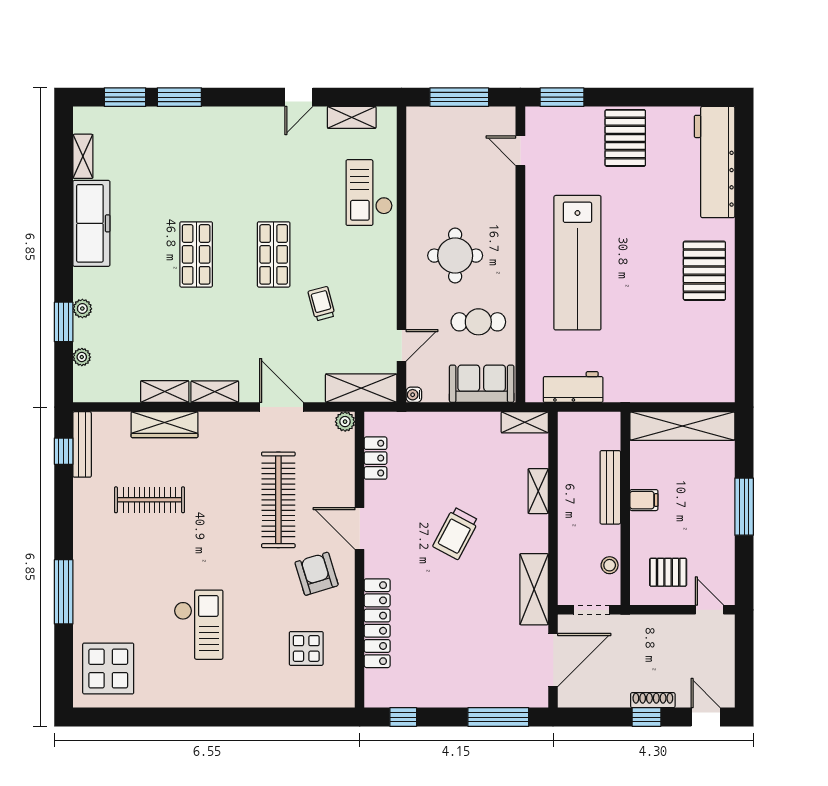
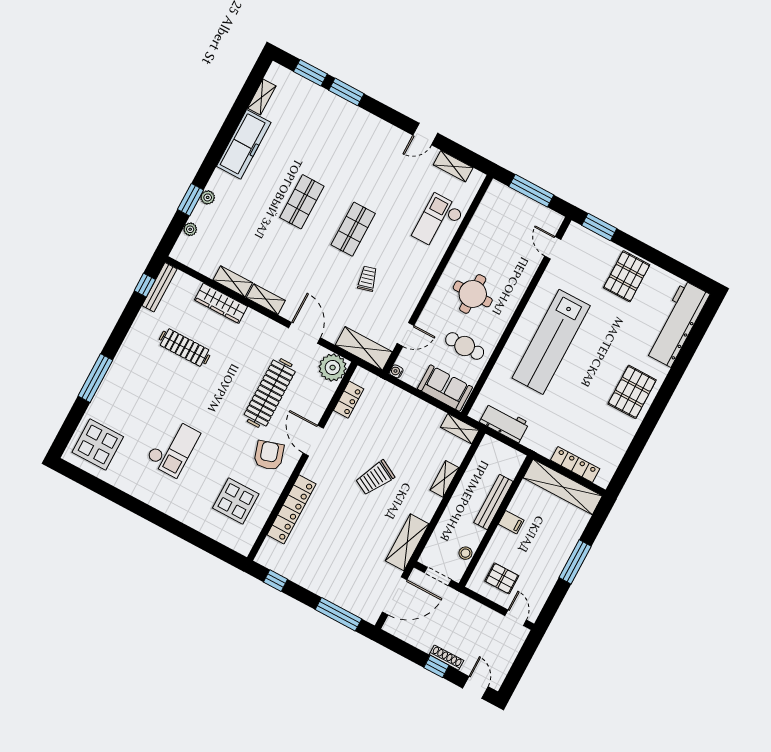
locker: (683, 392) -> (575, 464), added
plant: (345, 422) -> (333, 368), width x1.87, depth x1.87
display table: (306, 648) -> (236, 501), width x1.36, depth x1.36

